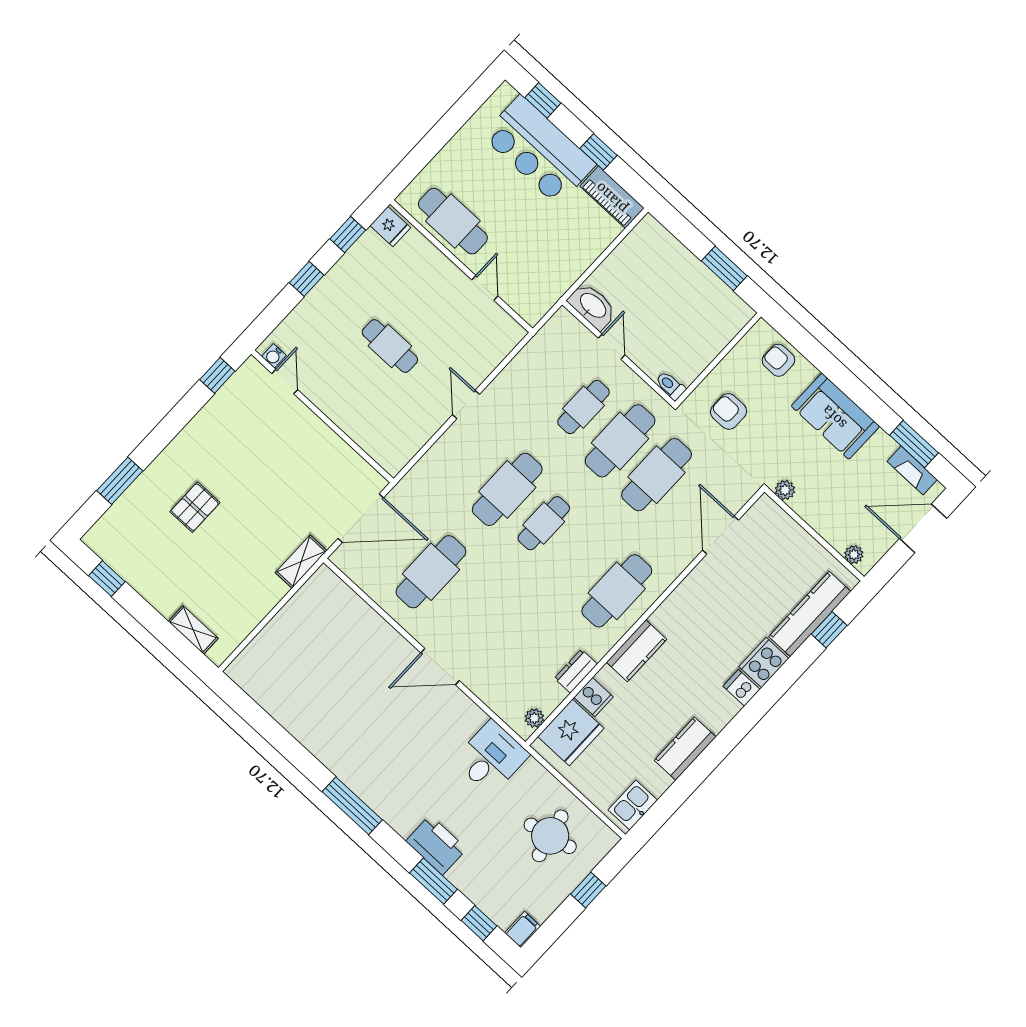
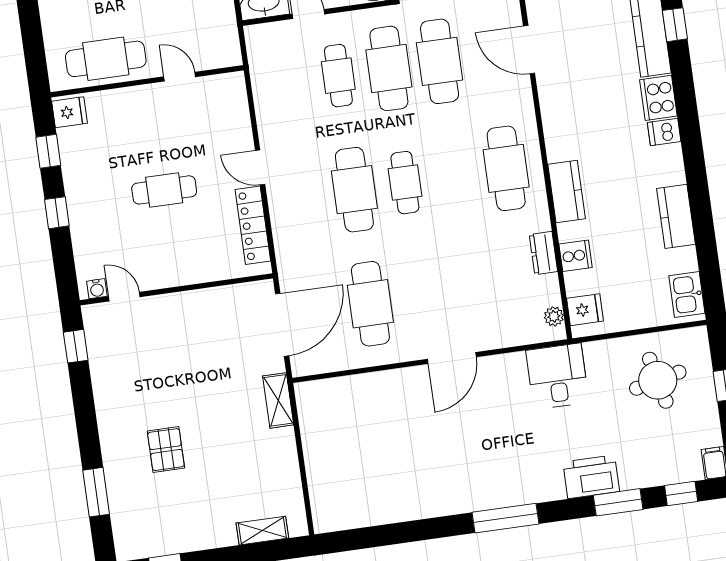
locker: (418, 435) -> (253, 225), added
fridge: (571, 732) -> (585, 310), width x0.53, depth x0.75

